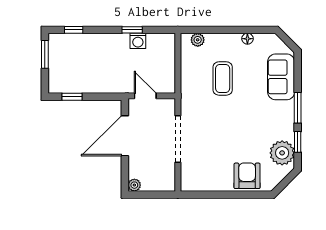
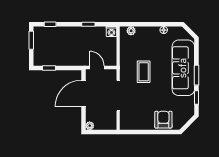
washing machine: (138, 41) -> (111, 31), moved
sofa: (281, 77) -> (183, 68), width x1.85, depth x1.27
coffee table: (223, 78) -> (144, 72), moved
plant: (282, 153) -> (186, 105), removed

